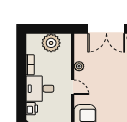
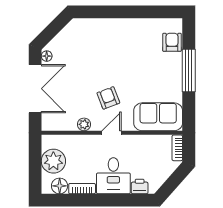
floor lamp: (32, 48) -> (60, 186), added
armchair: (99, 85) -> (108, 98), added

